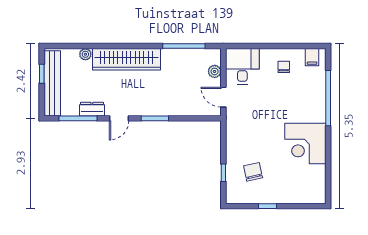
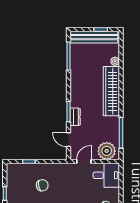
plant: (215, 71) -> (107, 151), width x1.87, depth x1.87
dresser: (92, 109) -> (75, 117), moved
door: (119, 118) -> (68, 140), moved
chair: (253, 172) -> (42, 185), moved

